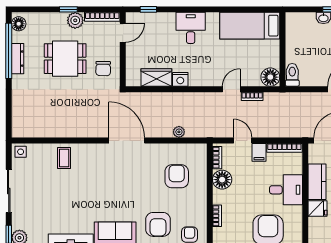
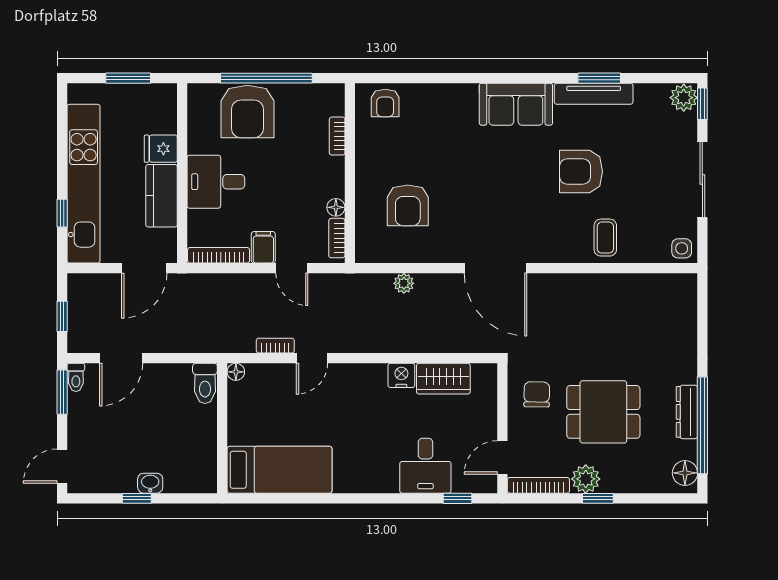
desk: (191, 28) -> (425, 466), moved
floor lamp: (270, 77) -> (236, 372), width x0.53, depth x0.53
floor lamp: (222, 180) -> (336, 207), width x0.53, depth x0.53
armchair: (158, 224) -> (581, 171), moved, turned -90

